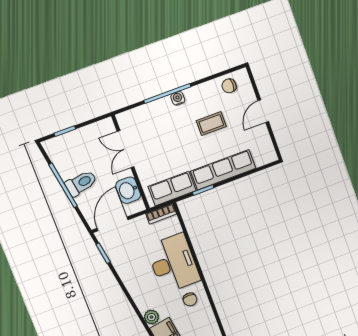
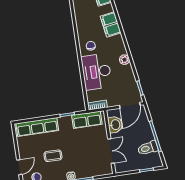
door: (263, 111) -> (19, 167), moved
row of seats: (223, 170) -> (37, 127), moved
toilet: (81, 183) -> (148, 148), moved
plant: (151, 317) -> (124, 60), moved

